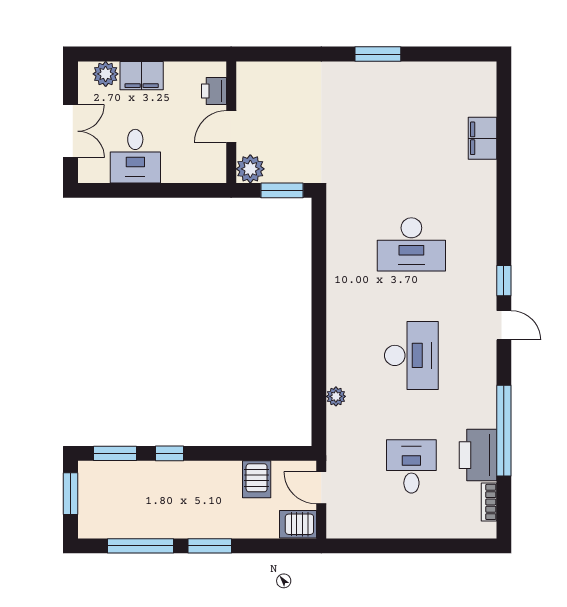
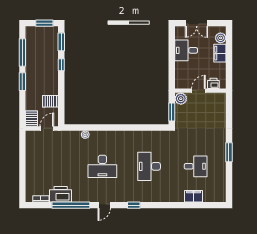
door: (231, 127) -> (198, 91), hinge flipped
door: (504, 325) -> (104, 205), moved
desk: (411, 466) -> (196, 166), moved

